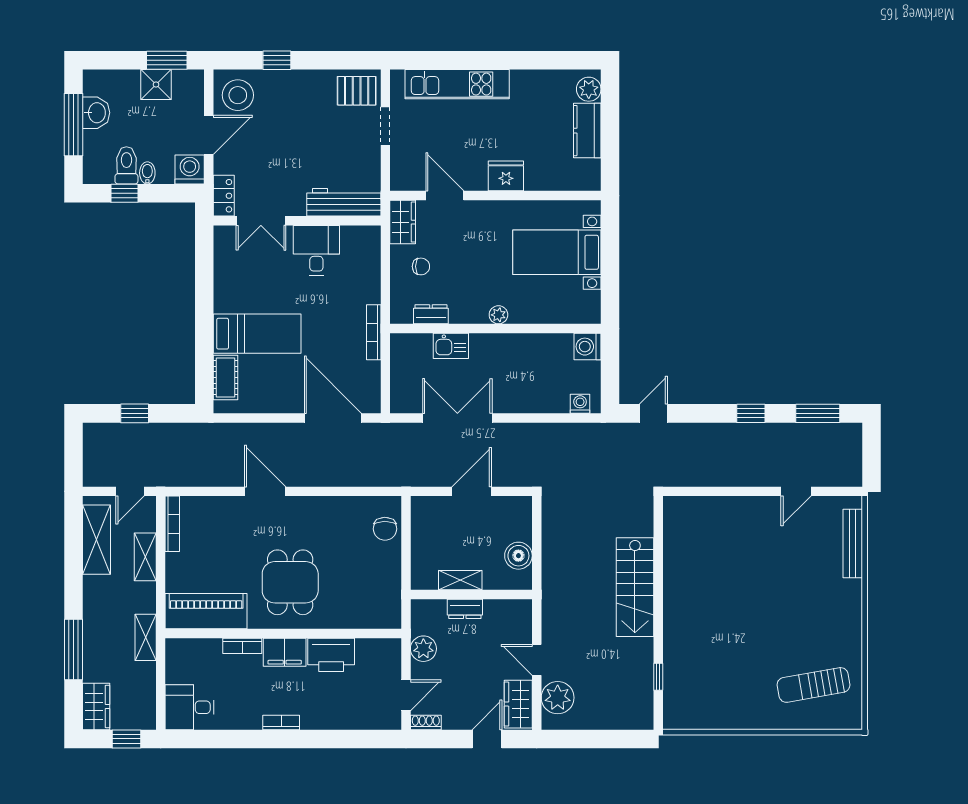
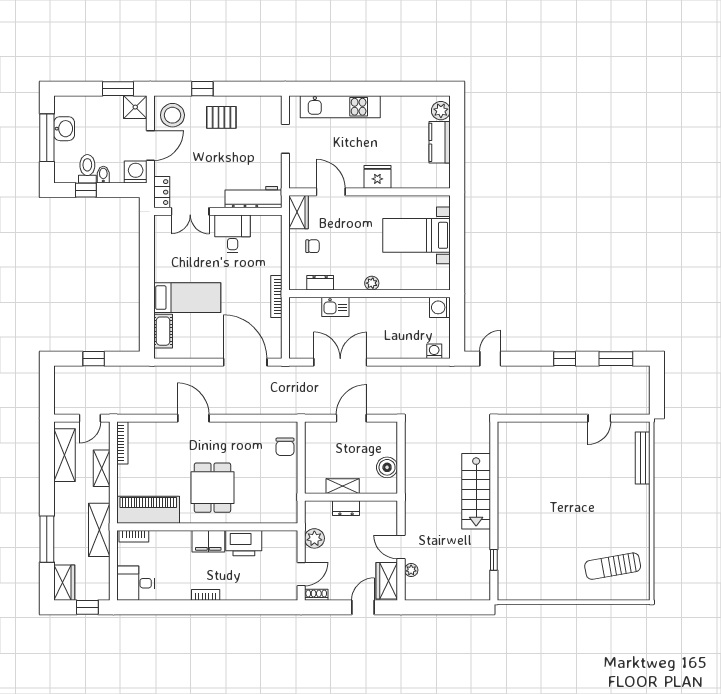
shower: (156, 85) -> (135, 107), moved
pallet: (357, 91) -> (221, 117), moved
shelving: (146, 637) -> (99, 530), width x1.50, depth x1.33
bookcase: (242, 646) -> (134, 536), moved
plant: (558, 698) -> (411, 570), width x0.53, depth x0.53

